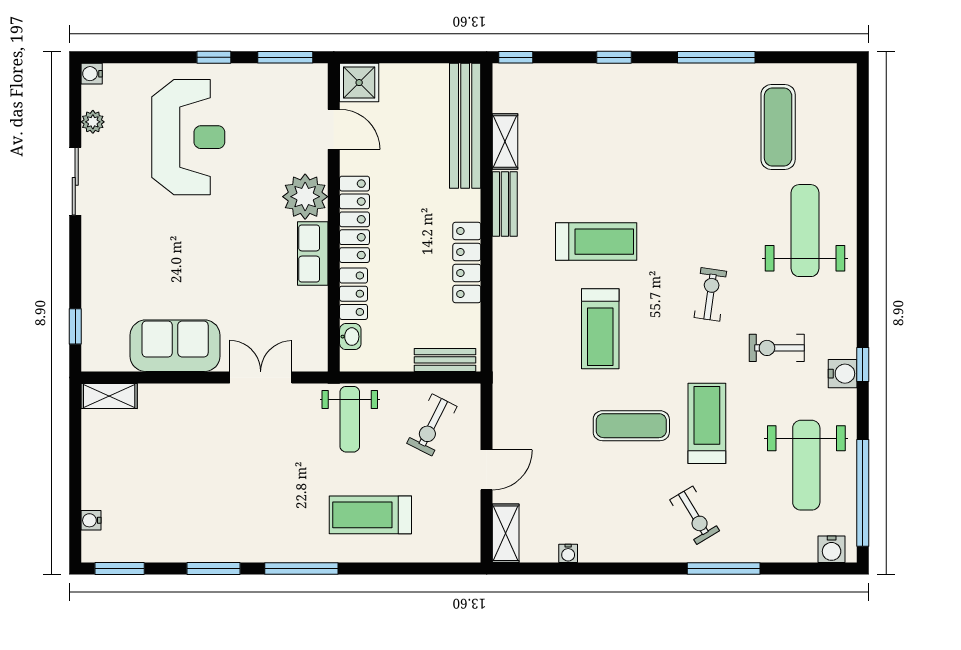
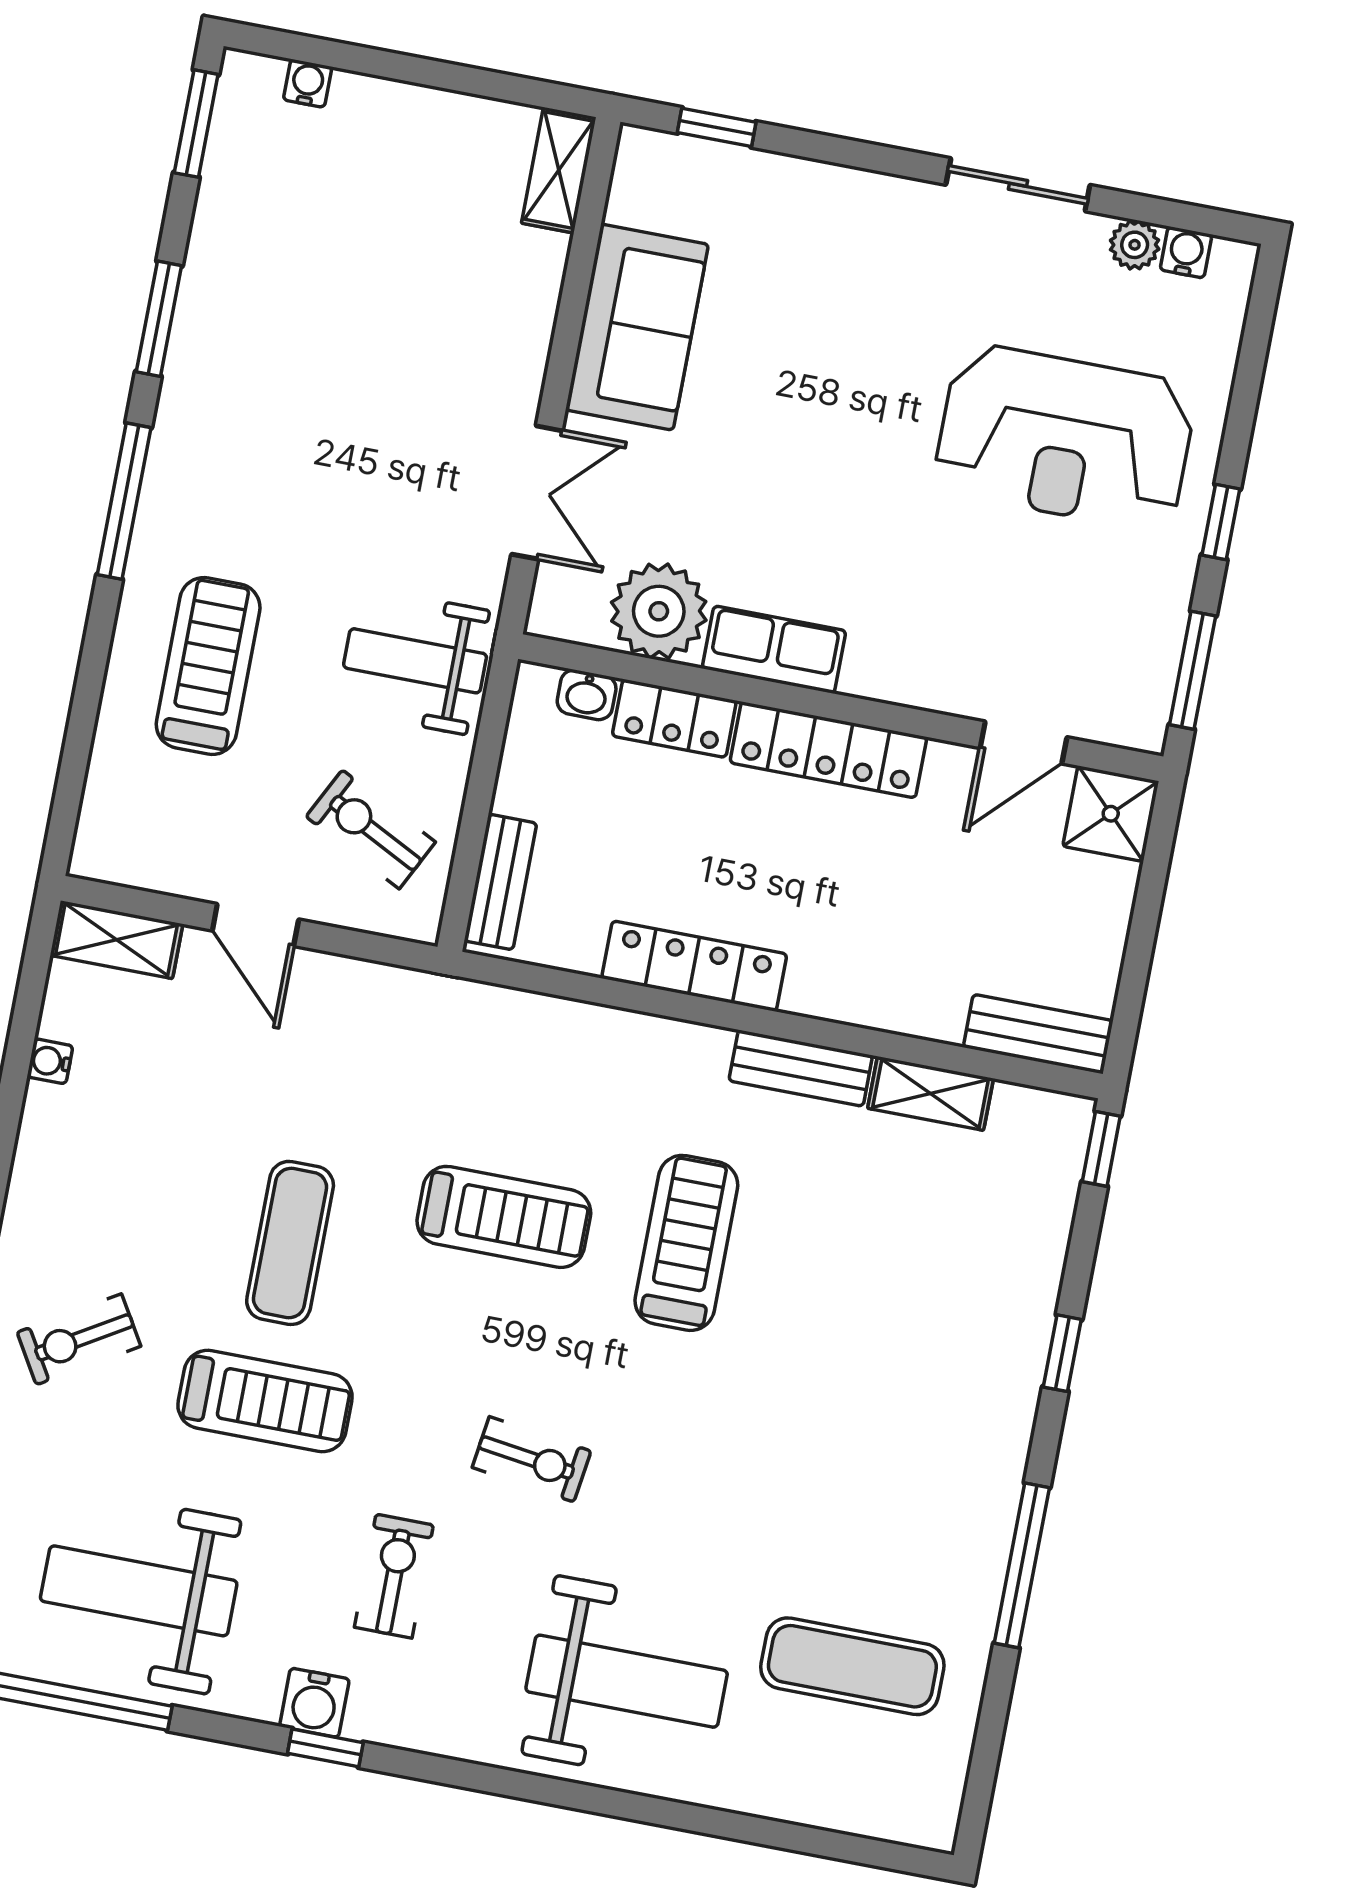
water cooler: (92, 74) -> (1186, 252), moved
bench: (465, 126) -> (1038, 1034), width x0.54, depth x0.82
plant: (305, 197) -> (659, 611), moved
treadmill: (596, 242) -> (686, 1243), turned 180
treadmill: (600, 329) -> (504, 1217), turned 180

